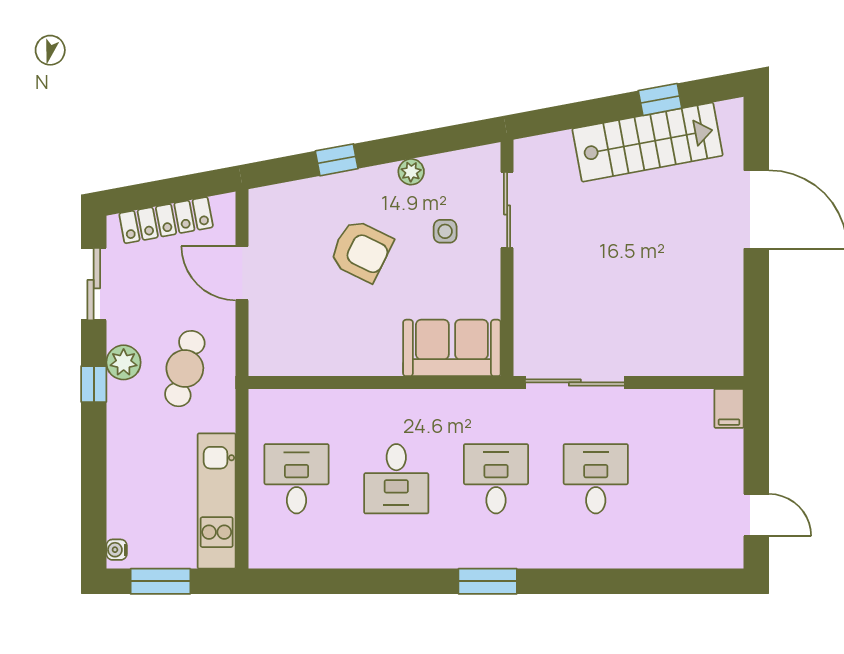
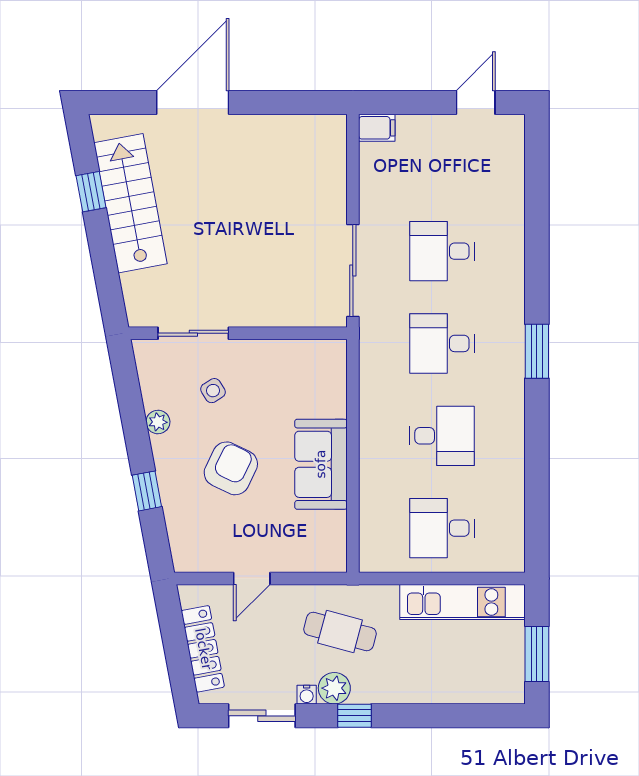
side table: (445, 231) -> (213, 391), turned -32
door: (242, 273) -> (252, 579), width x0.73
sofa: (452, 348) -> (321, 464), moved
water cooler: (117, 550) -> (307, 695), moved

